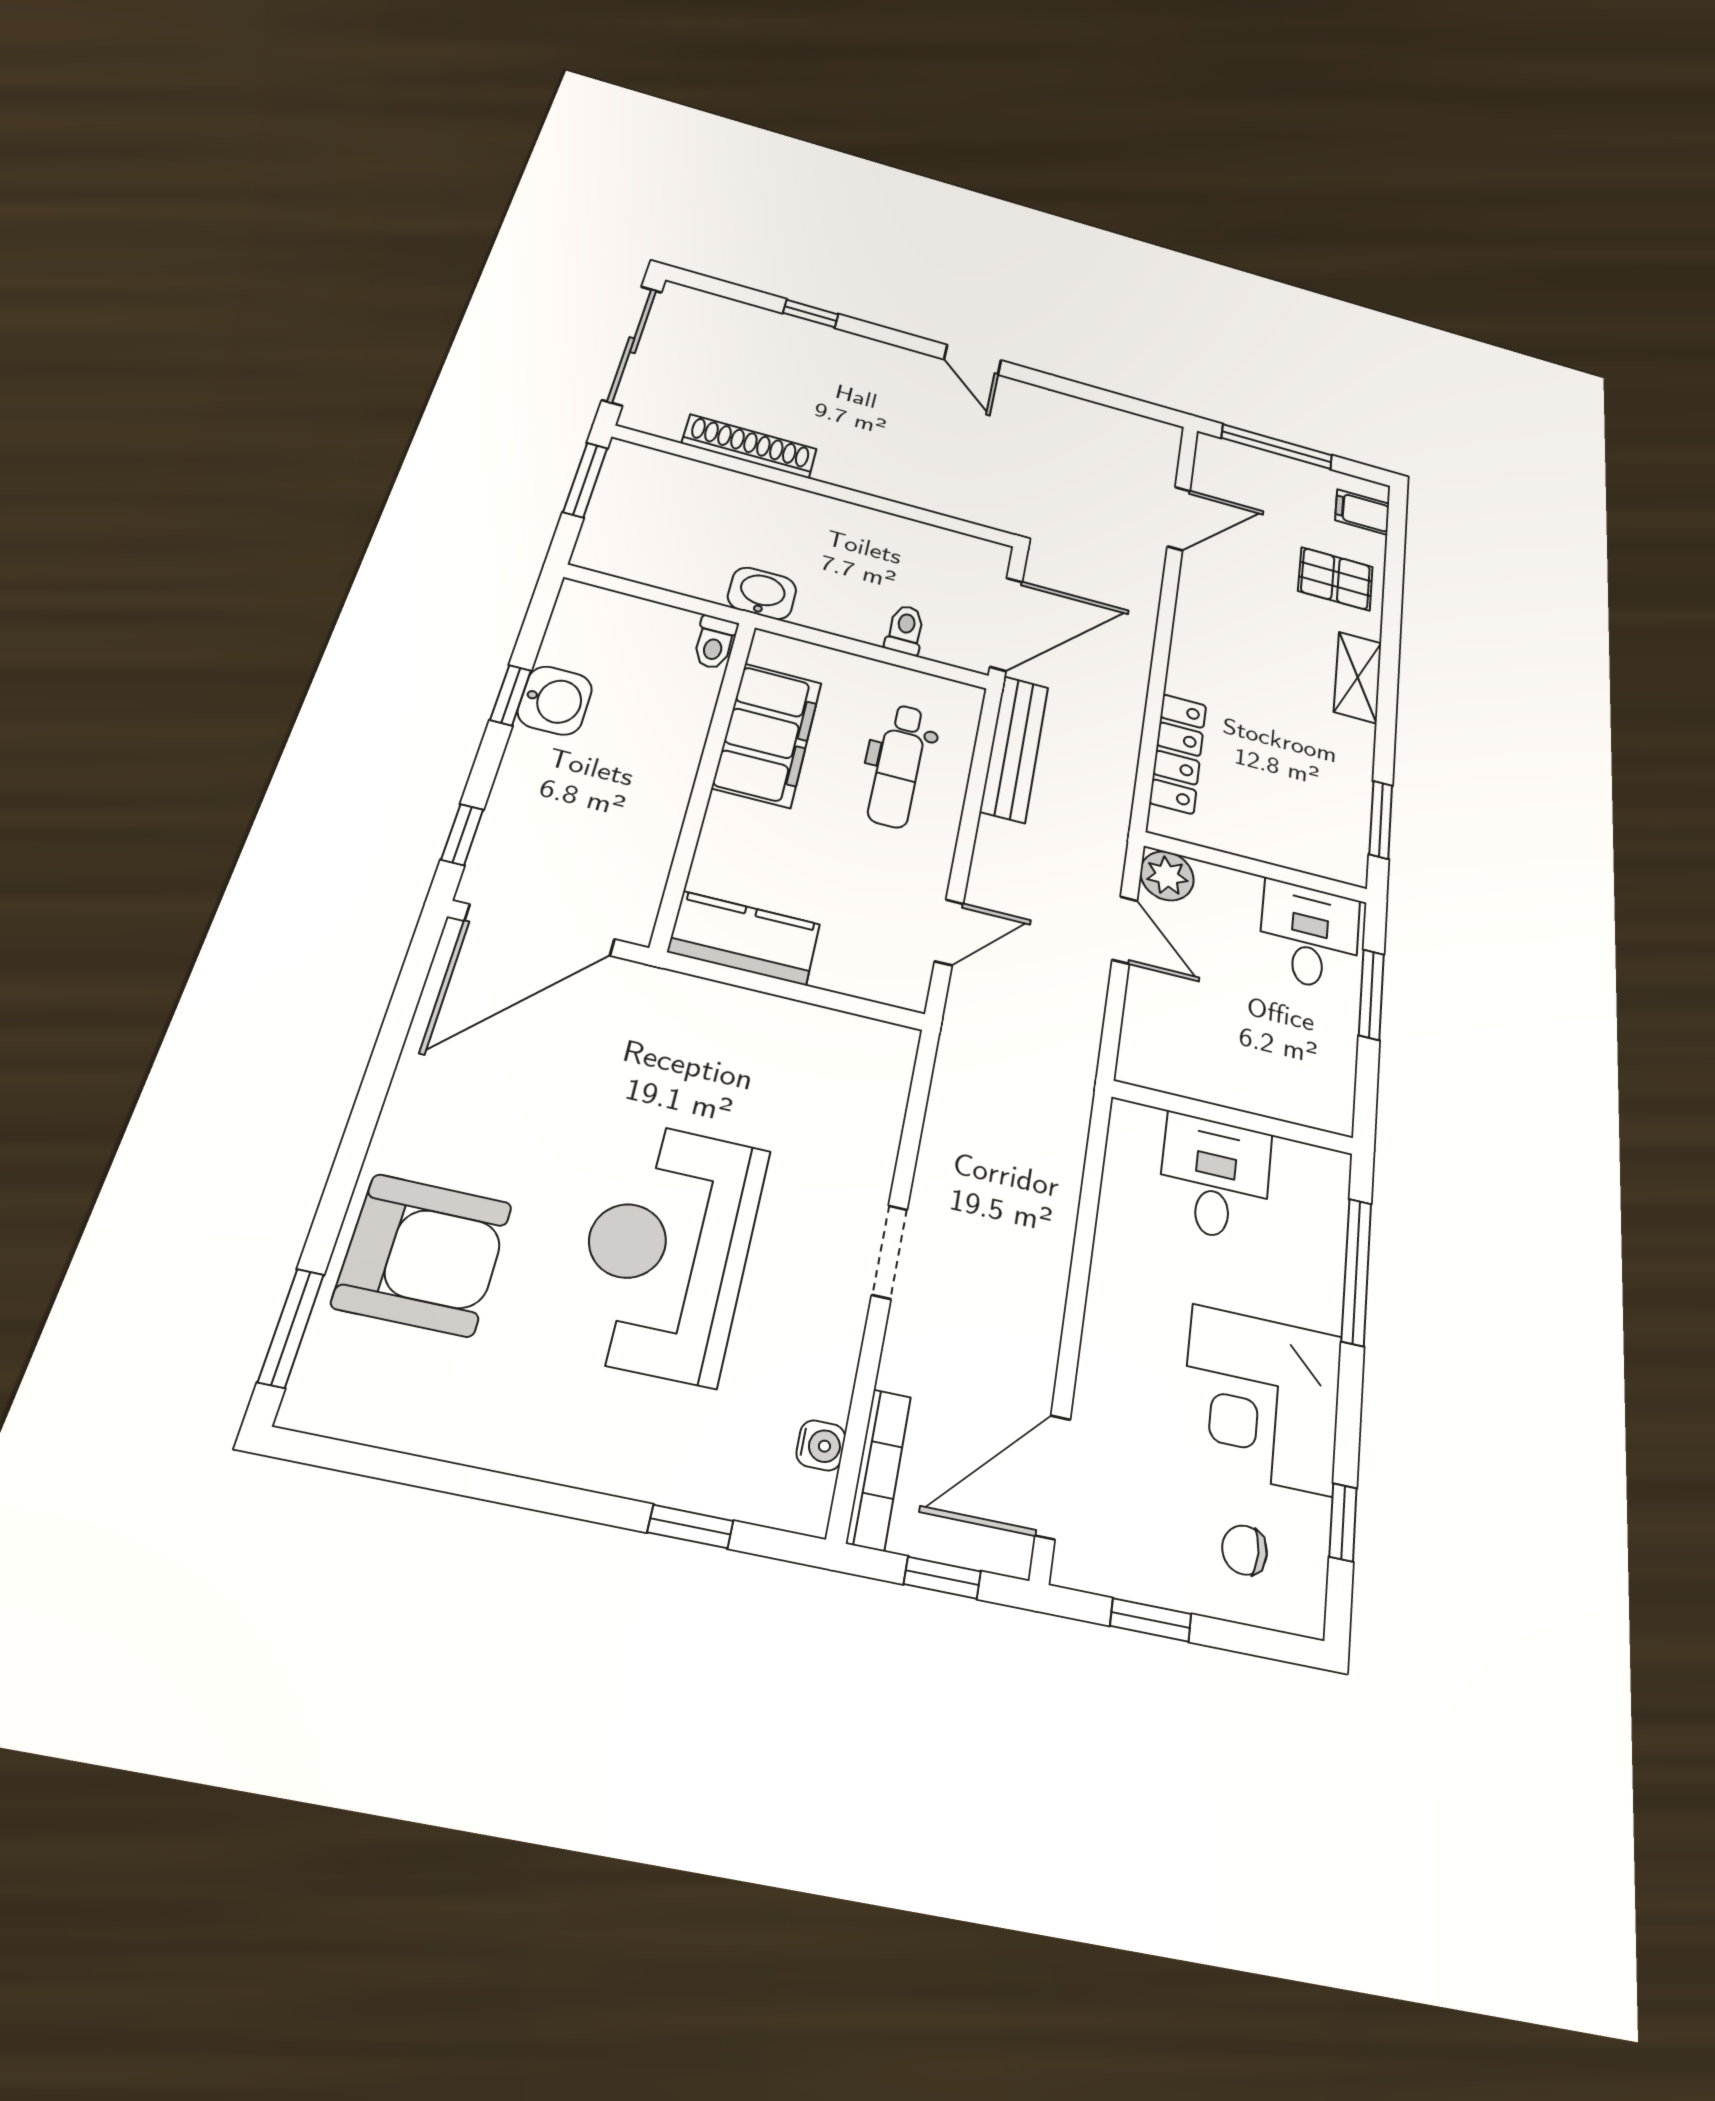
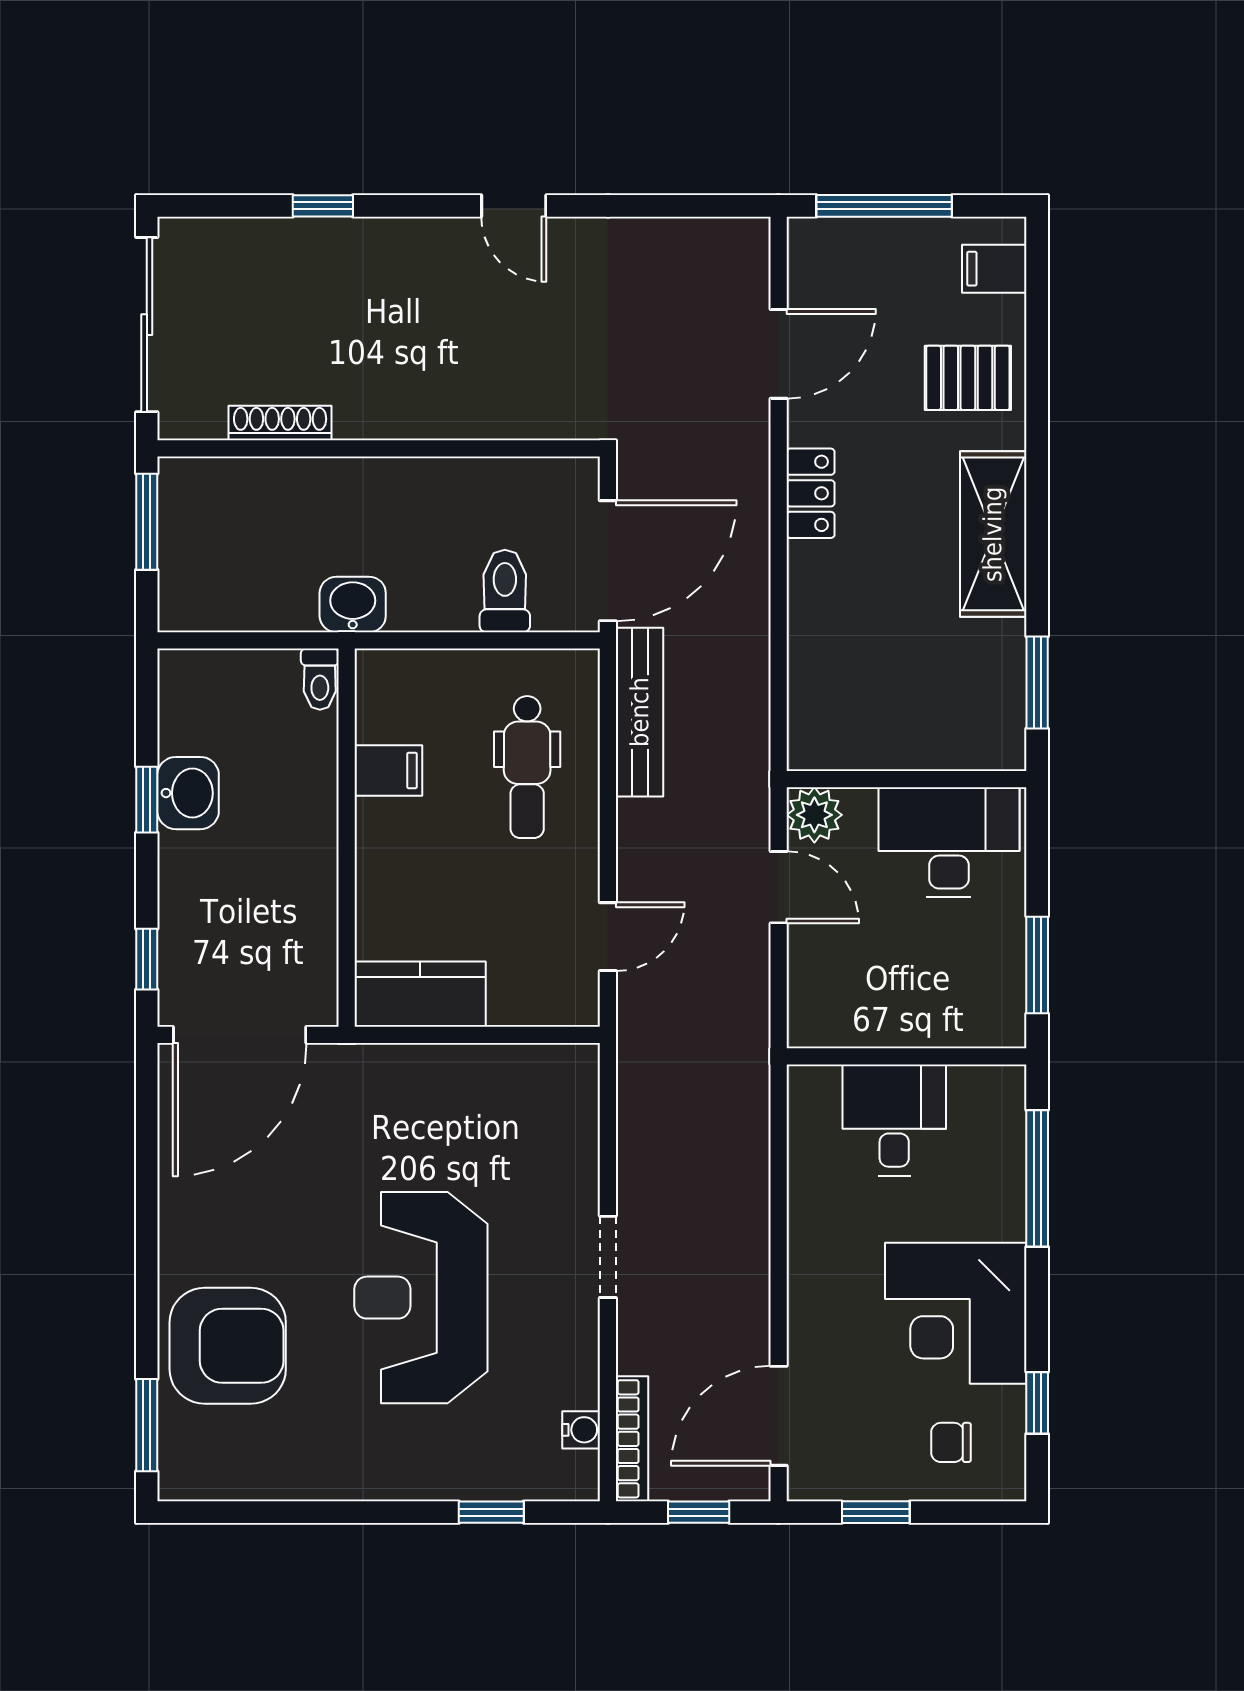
shoe rack: (749, 446) -> (280, 423), width x0.74, depth x0.81
toilet: (905, 630) -> (505, 591), width x1.37, depth x1.39
shelving: (1358, 677) -> (993, 534), width x1.50, depth x1.33
filing cabinet: (767, 735) -> (388, 770), width x0.33, depth x0.86
locker: (1178, 753) -> (811, 493), moved, width x0.66
desk: (1309, 936) -> (949, 842), width x1.37
window: (1371, 994) -> (1037, 965), moved

